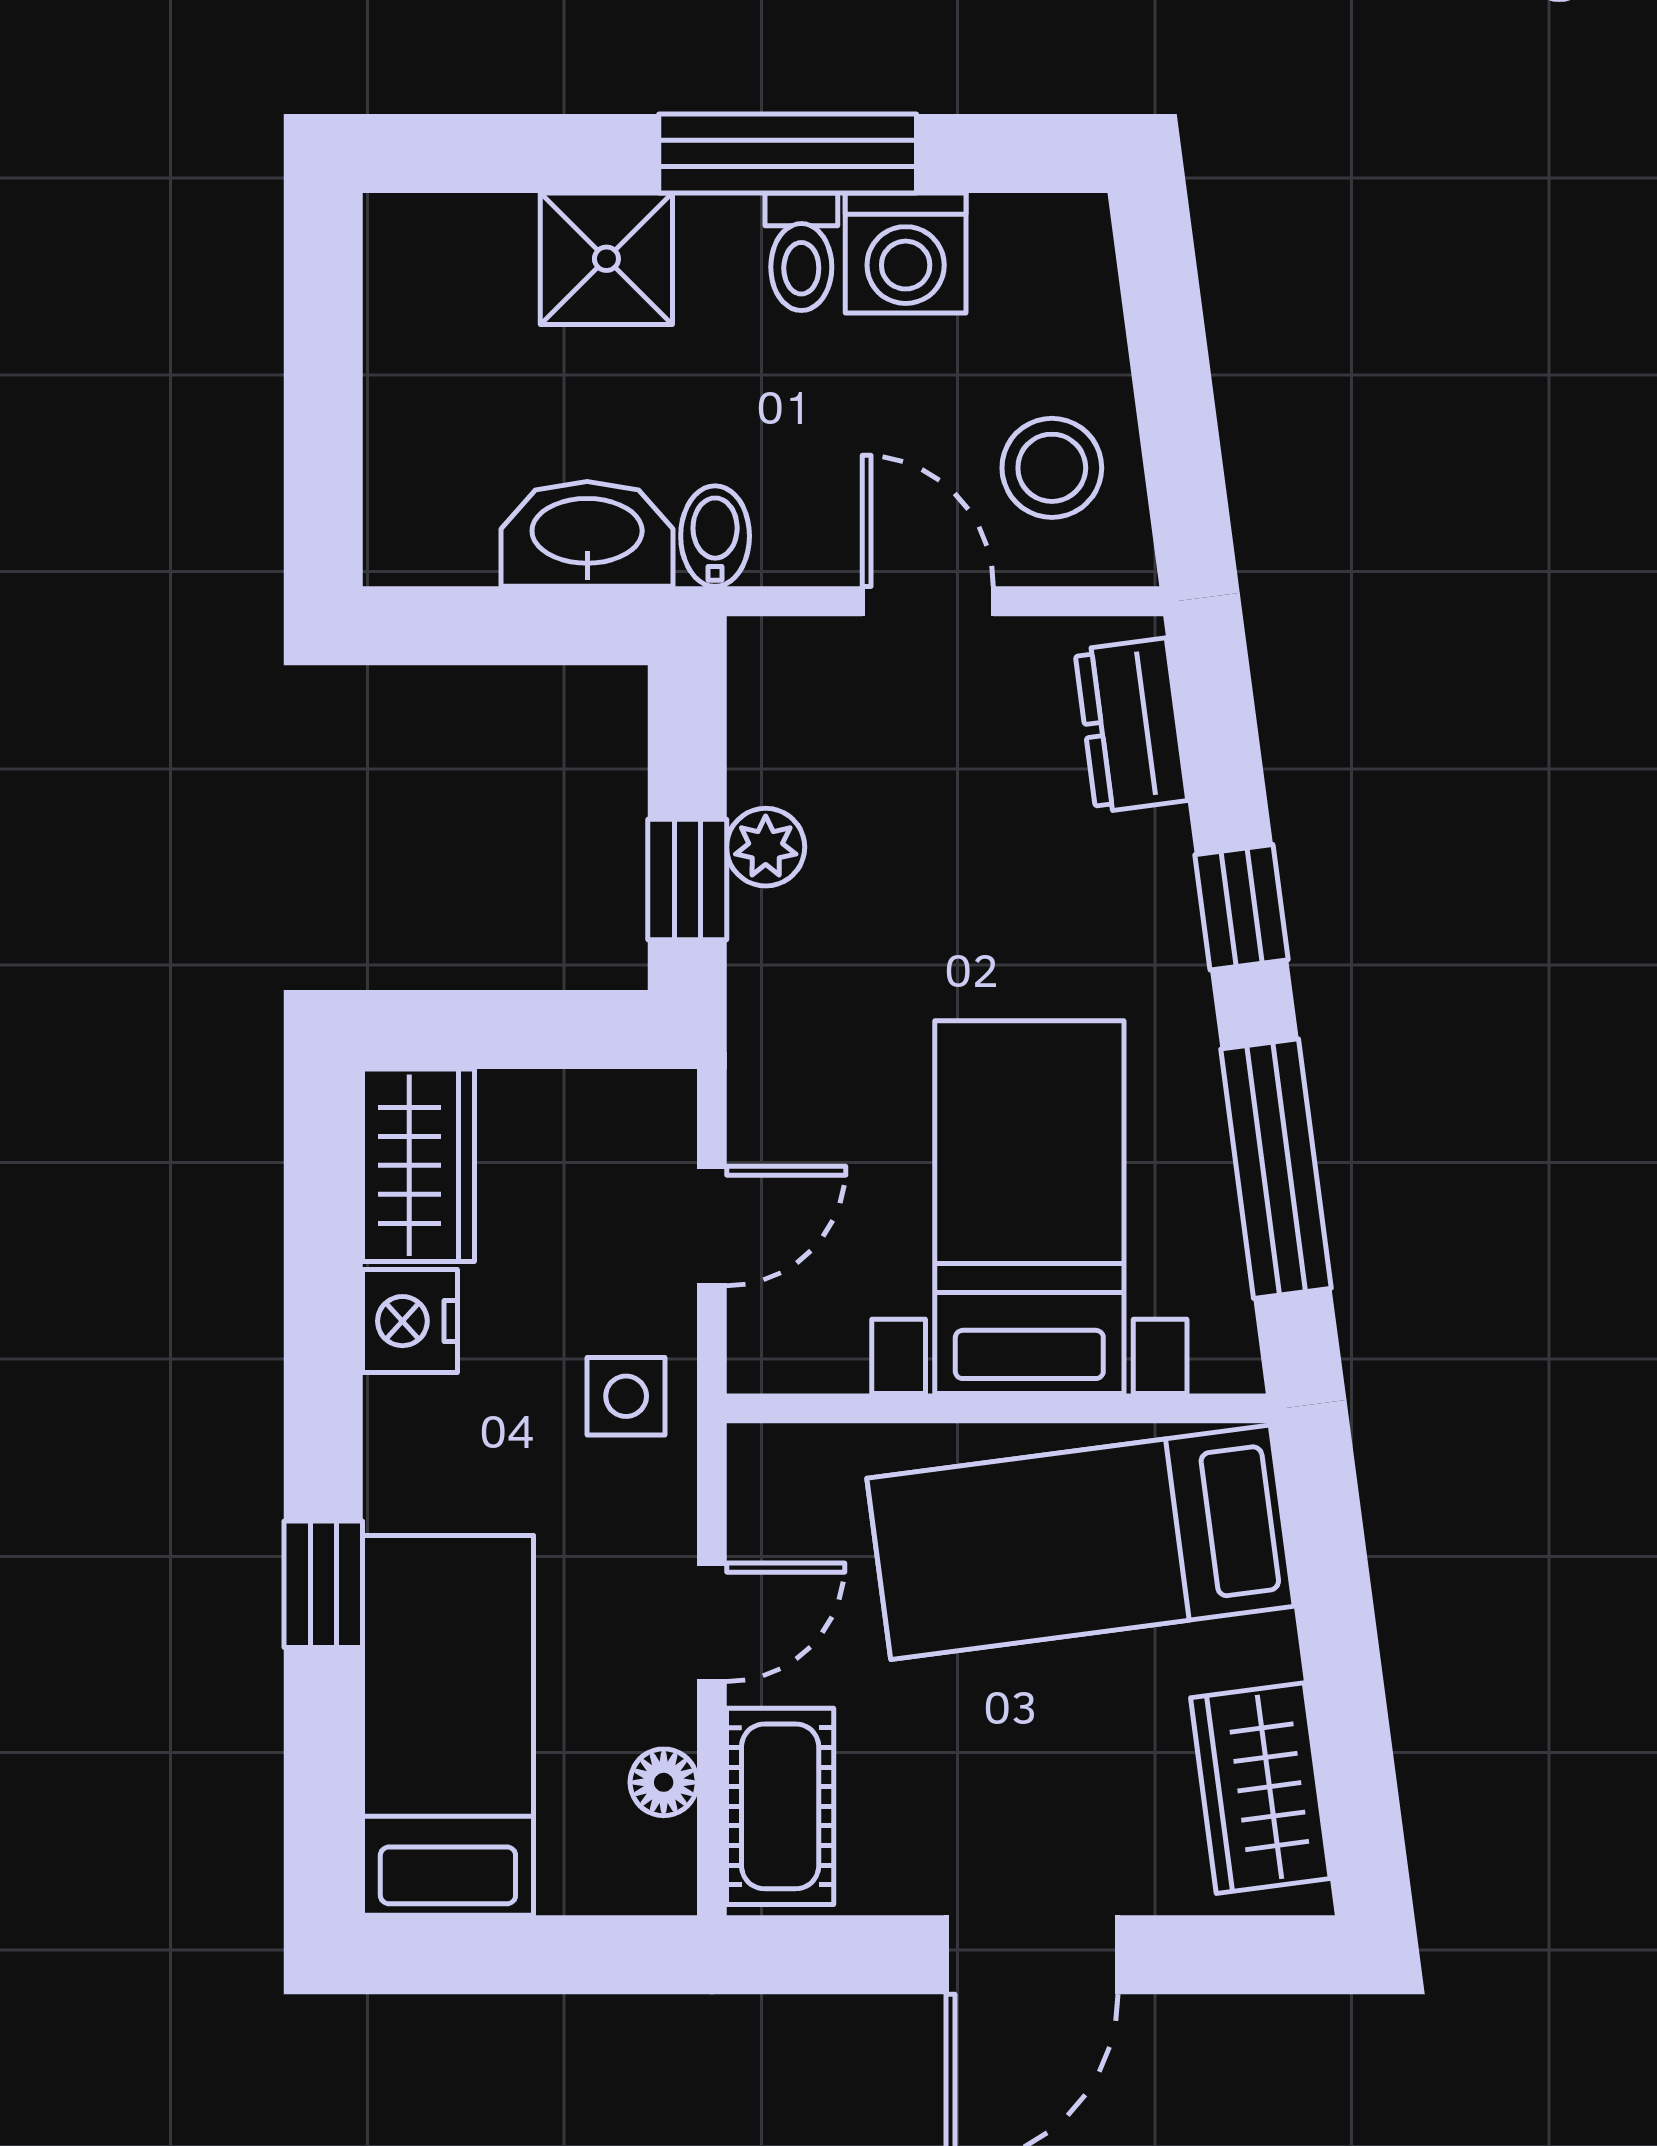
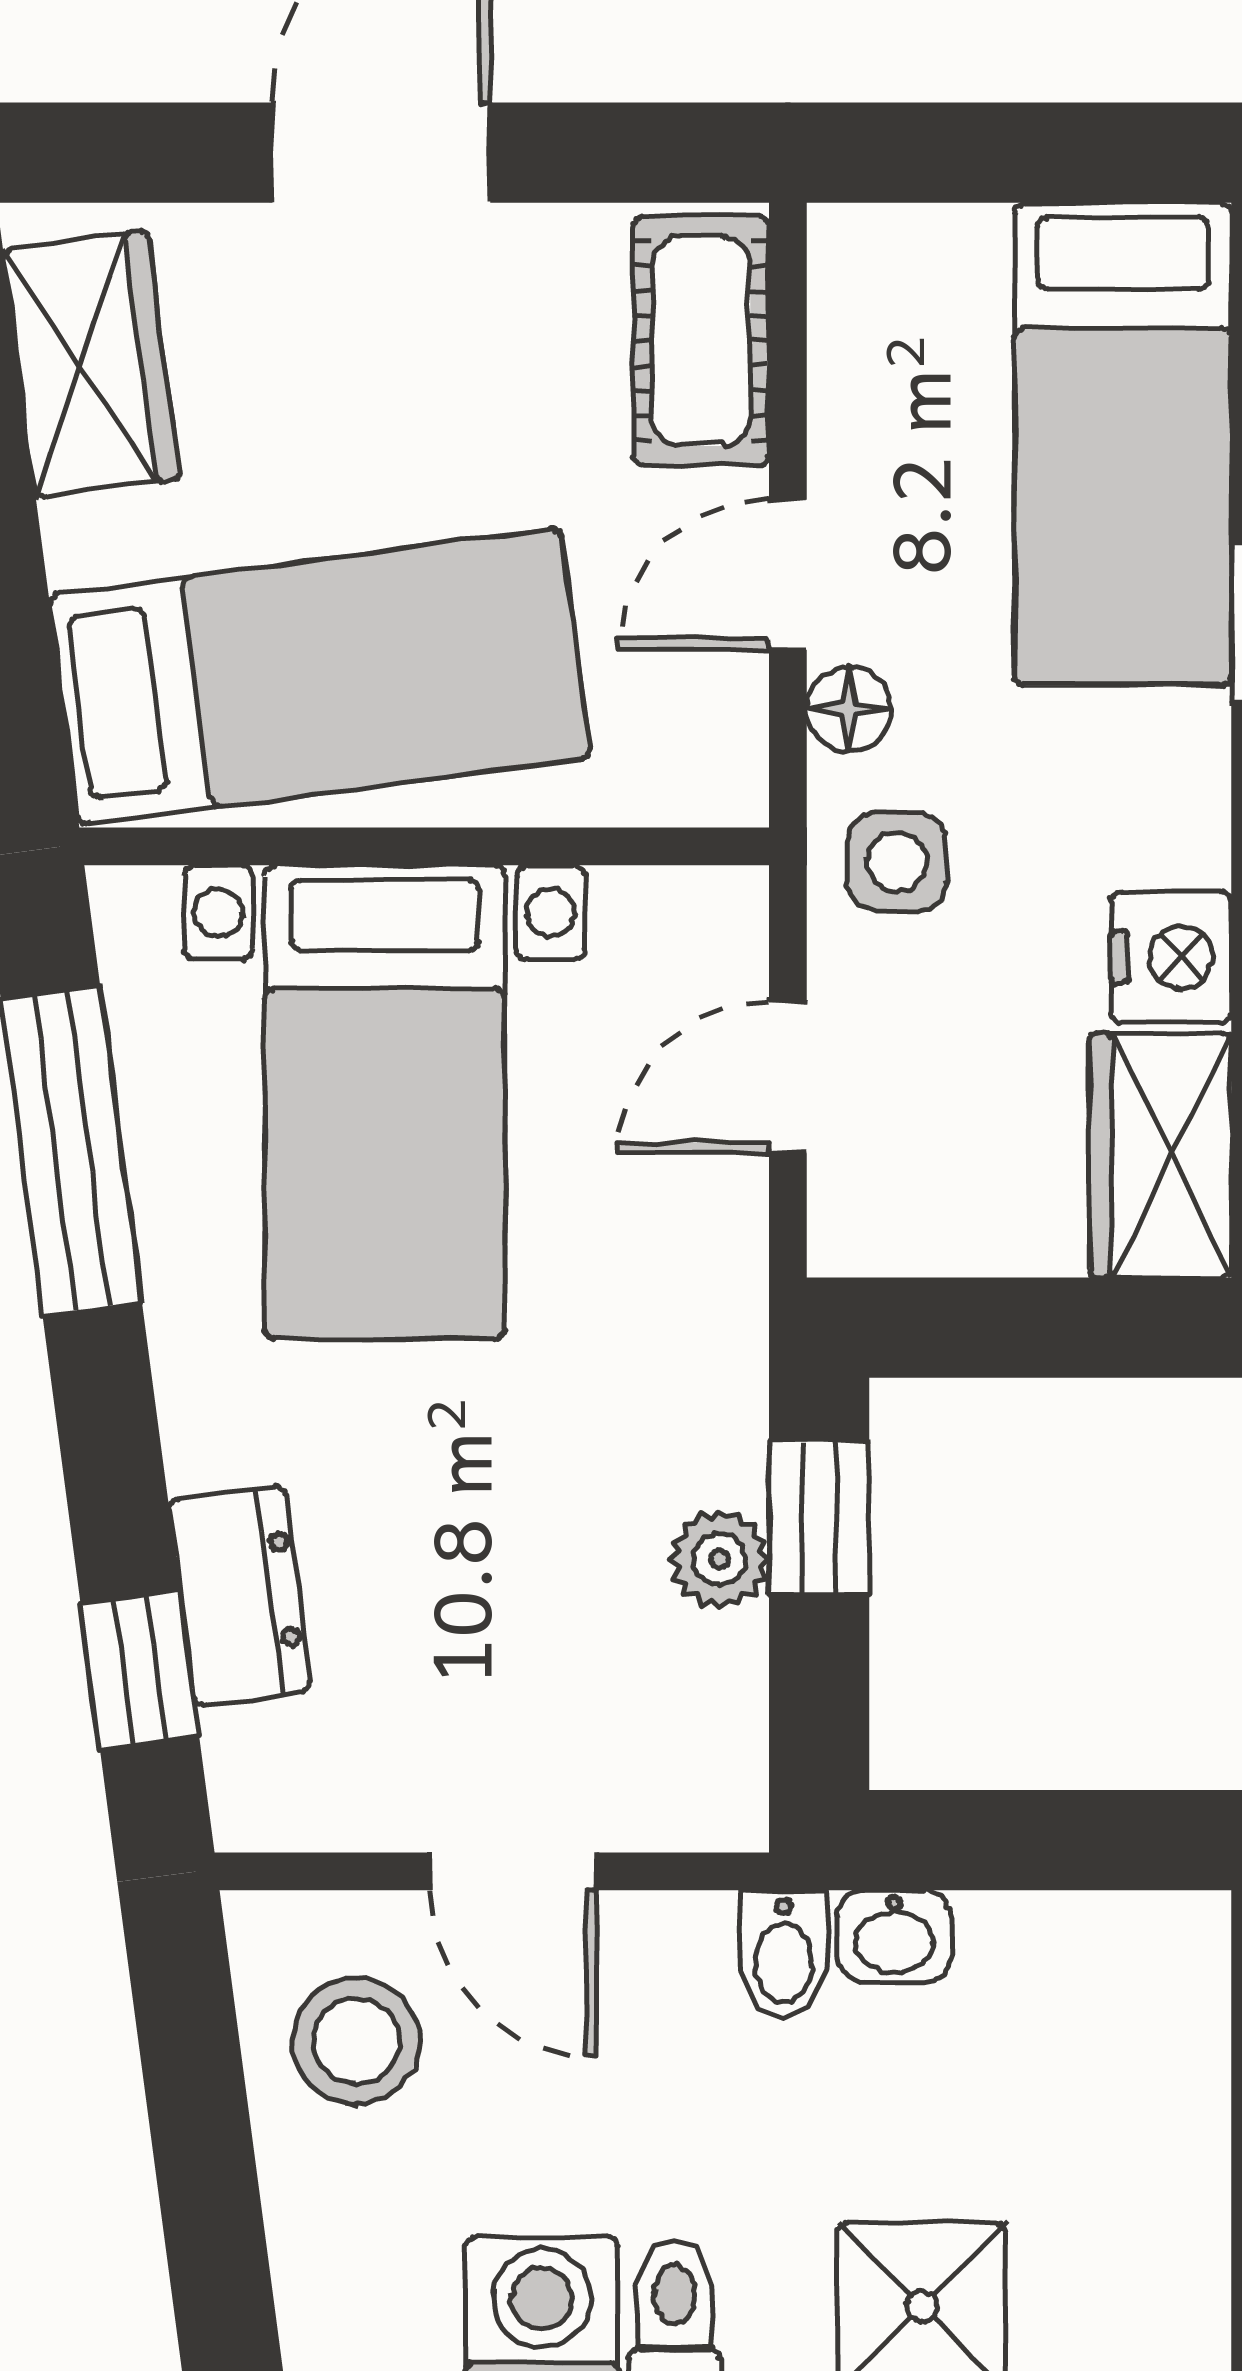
washbasin: (587, 534) -> (894, 1936), width x0.52, depth x0.69
dresser: (1131, 725) -> (240, 1595), moved
window: (1242, 907) -> (140, 1670), moved
floor lamp: (664, 1782) -> (849, 709), moved

